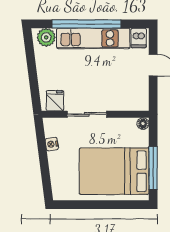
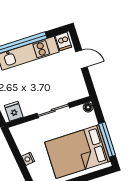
sliding door: (87, 114) -> (53, 110), moved
nightstand: (52, 144) -> (28, 159), moved

